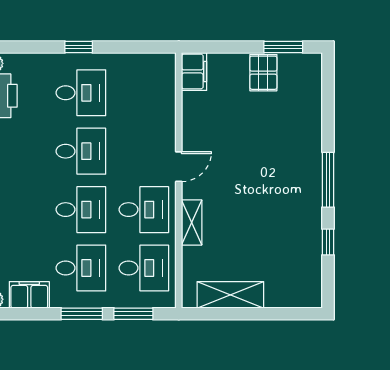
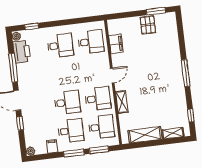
window: (79, 47) -> (32, 26), moved
filing cabinet: (194, 71) -> (116, 44), moved
desk: (81, 151) -> (91, 42), moved
window: (328, 242) -> (191, 115), moved
filing cabinet: (29, 295) -> (52, 146), width x0.50
shelving: (287, 298) -> (173, 133), added

